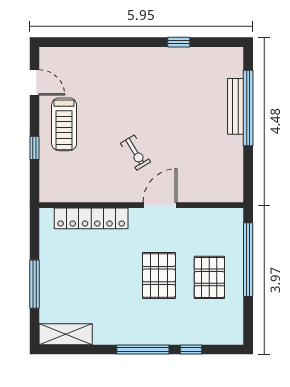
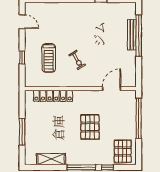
treadmill: (64, 124) -> (49, 58), moved
door: (160, 205) -> (112, 89), moved
pallet: (209, 277) -> (123, 151), moved
shelving: (66, 334) -> (51, 159), moved

